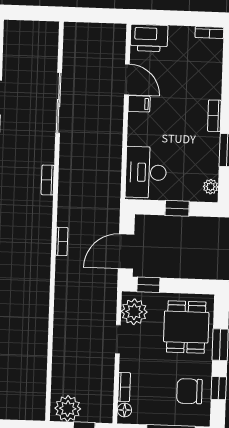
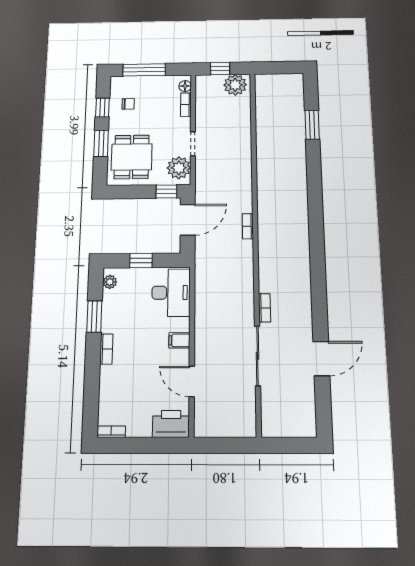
filing cabinet: (139, 104) -> (179, 340), moved
bookcase: (48, 180) -> (265, 308), moved
chair: (189, 391) -> (128, 104), width x0.54, depth x0.54

